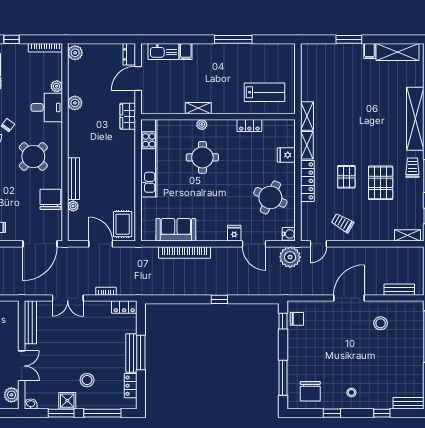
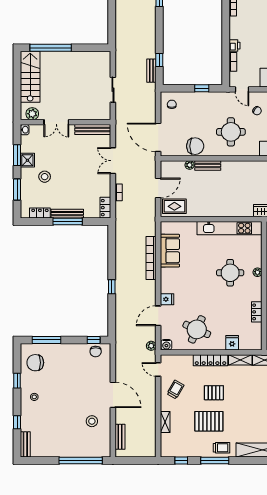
round table: (33, 156) -> (231, 132), turned 45
bench: (74, 179) -> (208, 165), width x0.73
shelving: (407, 235) -> (165, 422), moved
plant: (290, 257) -> (151, 346), width x0.53, depth x0.53
window: (102, 413) -> (17, 189), width x0.69

